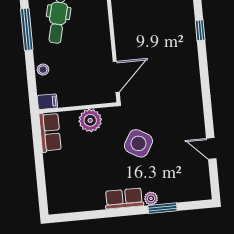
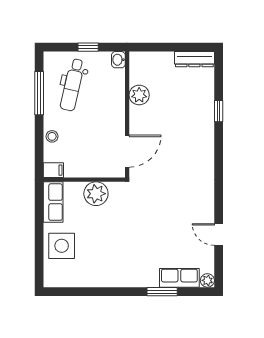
plant: (123, 22) -> (139, 95), added
side table: (138, 143) -> (62, 246), moved, turned -30
plant: (151, 198) -> (207, 280), moved
row of seats: (124, 199) -> (179, 278), moved

